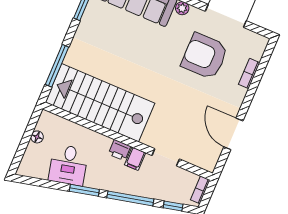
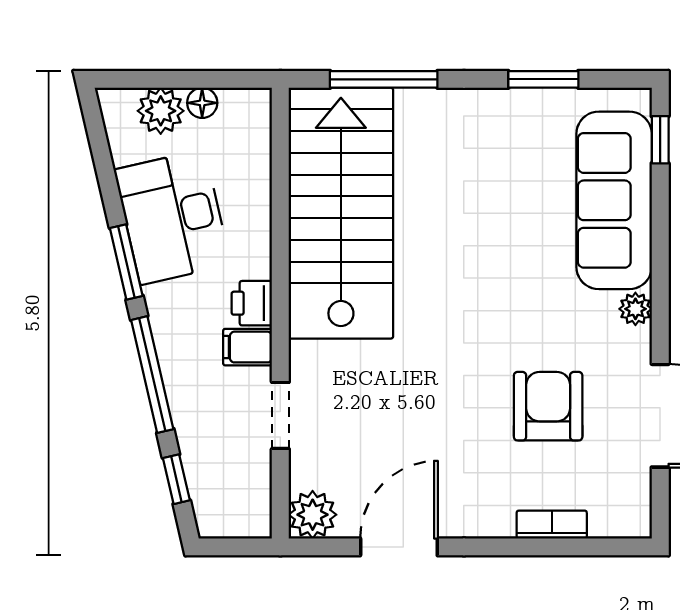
armchair: (205, 56) -> (548, 406), width x0.73, depth x0.73
plant: (33, 154) -> (161, 111), added
plant: (208, 161) -> (313, 515), added
desk: (68, 165) -> (172, 217), width x1.37
bookcase: (200, 190) -> (240, 526), removed

